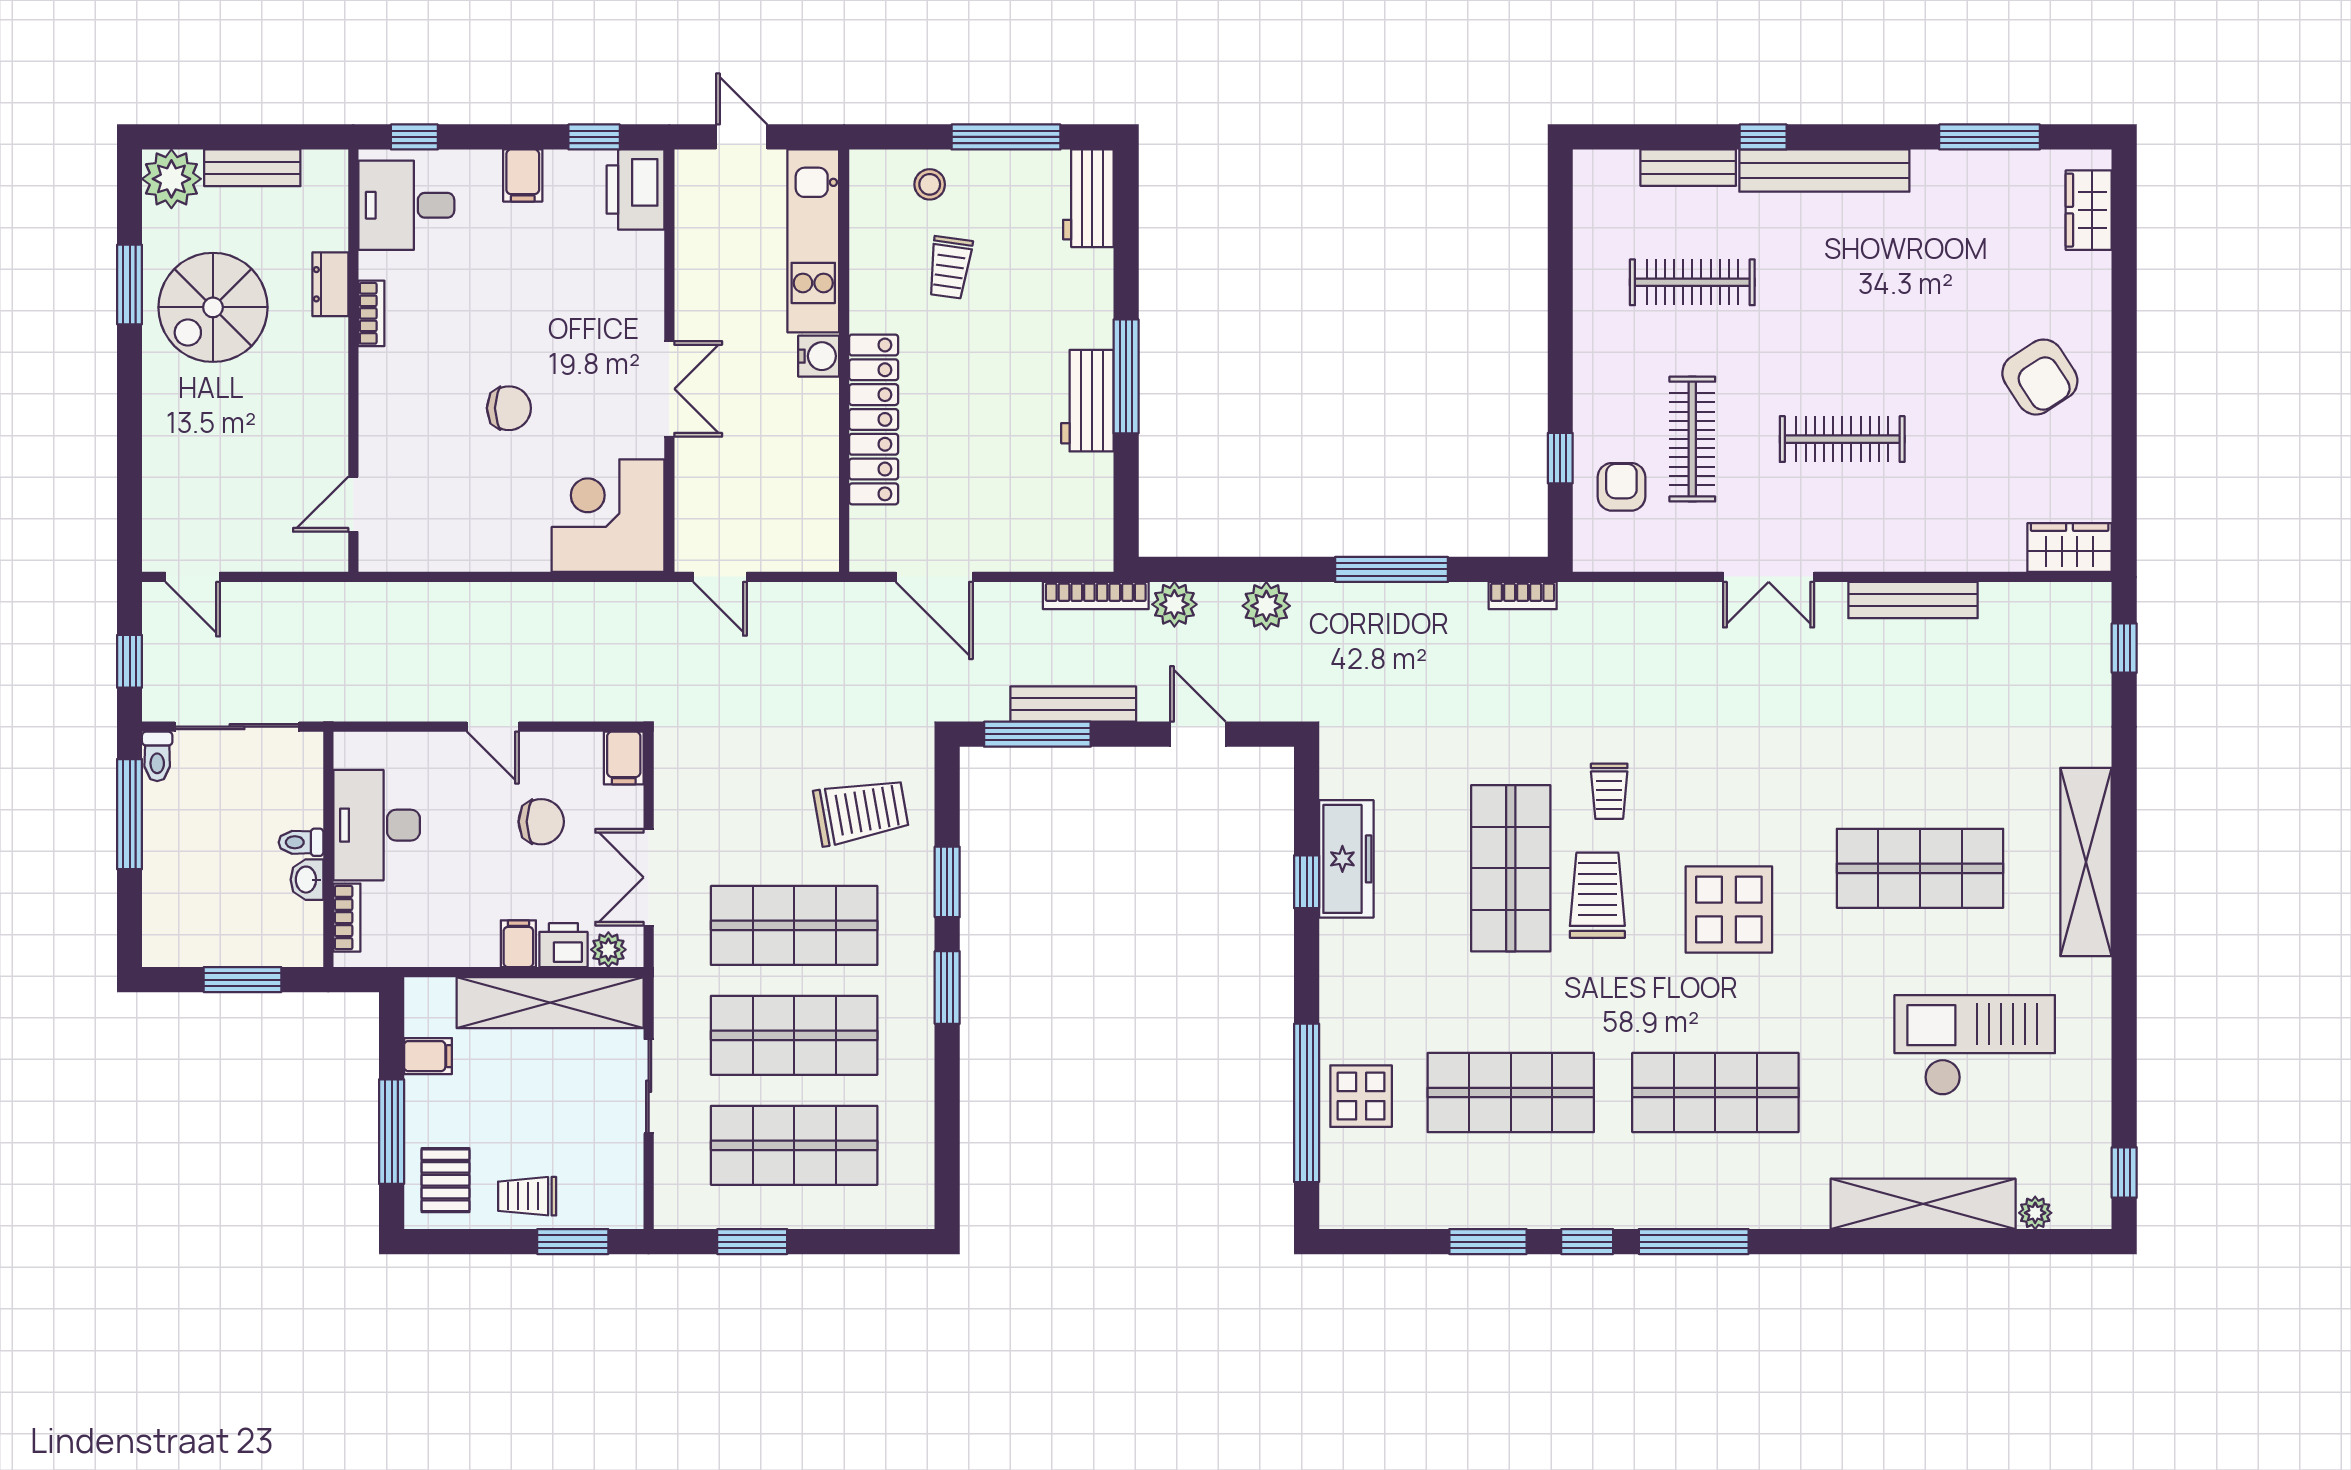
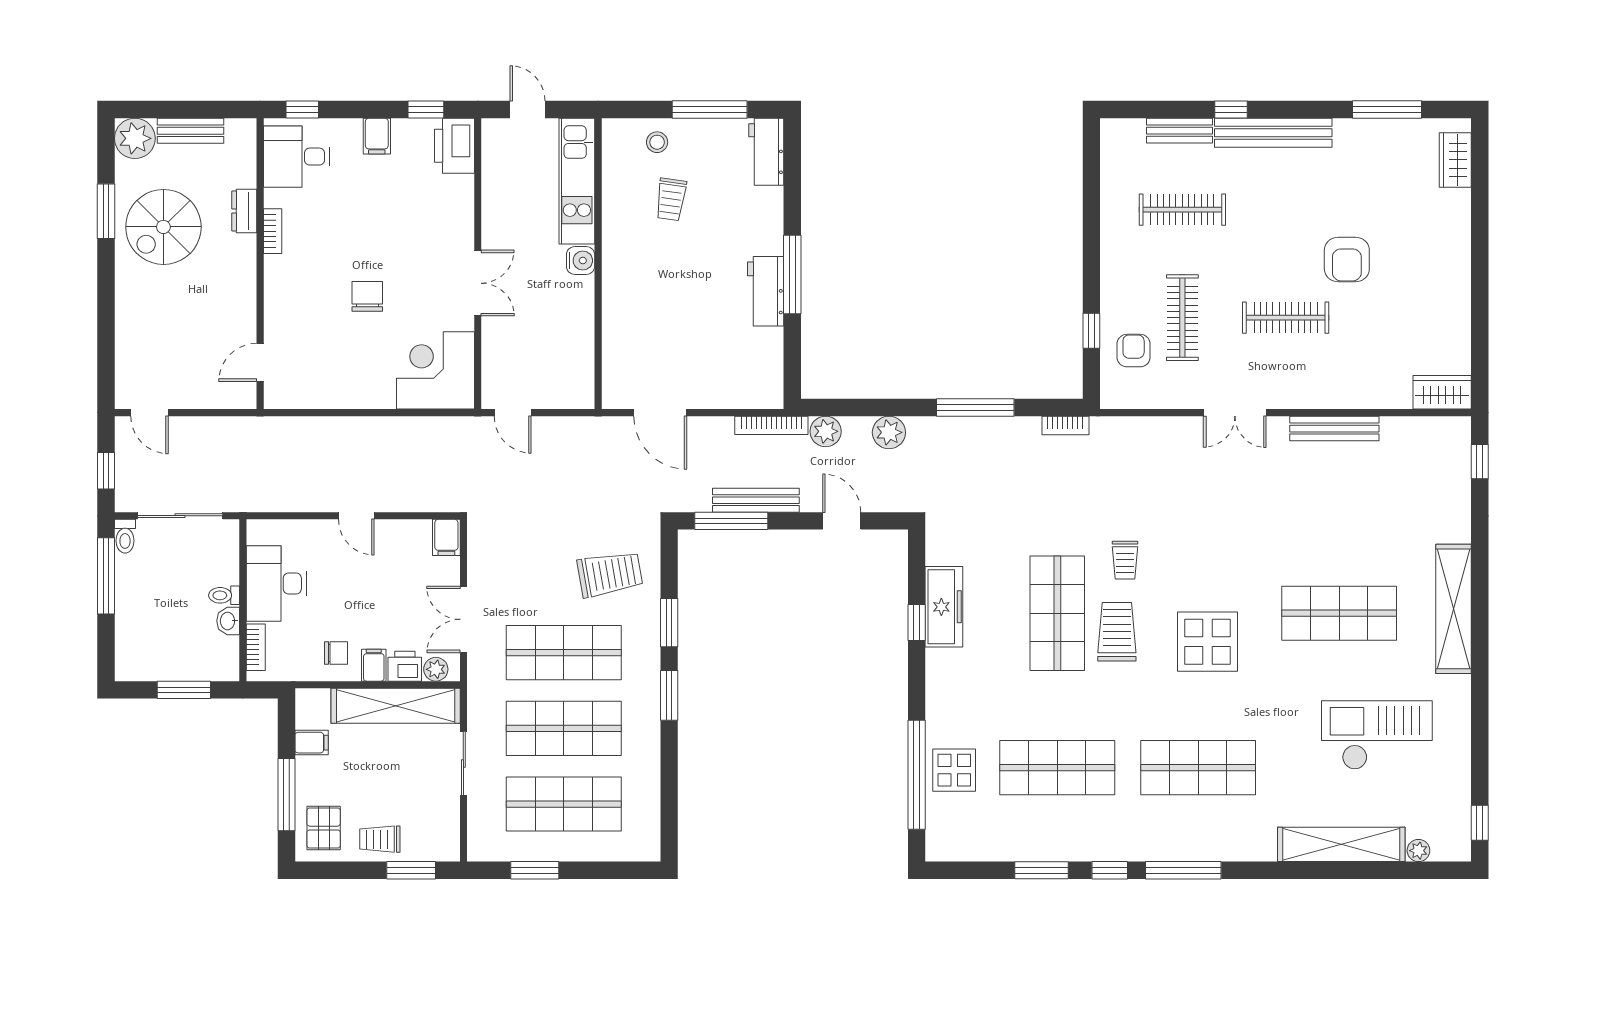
armchair: (2040, 377) -> (1347, 260), moved, turned 33
chair: (509, 408) -> (367, 296), turned -90
locker: (874, 419) -> (618, 304), removed
chair: (541, 822) -> (336, 653), moved, width x0.73, depth x0.73

